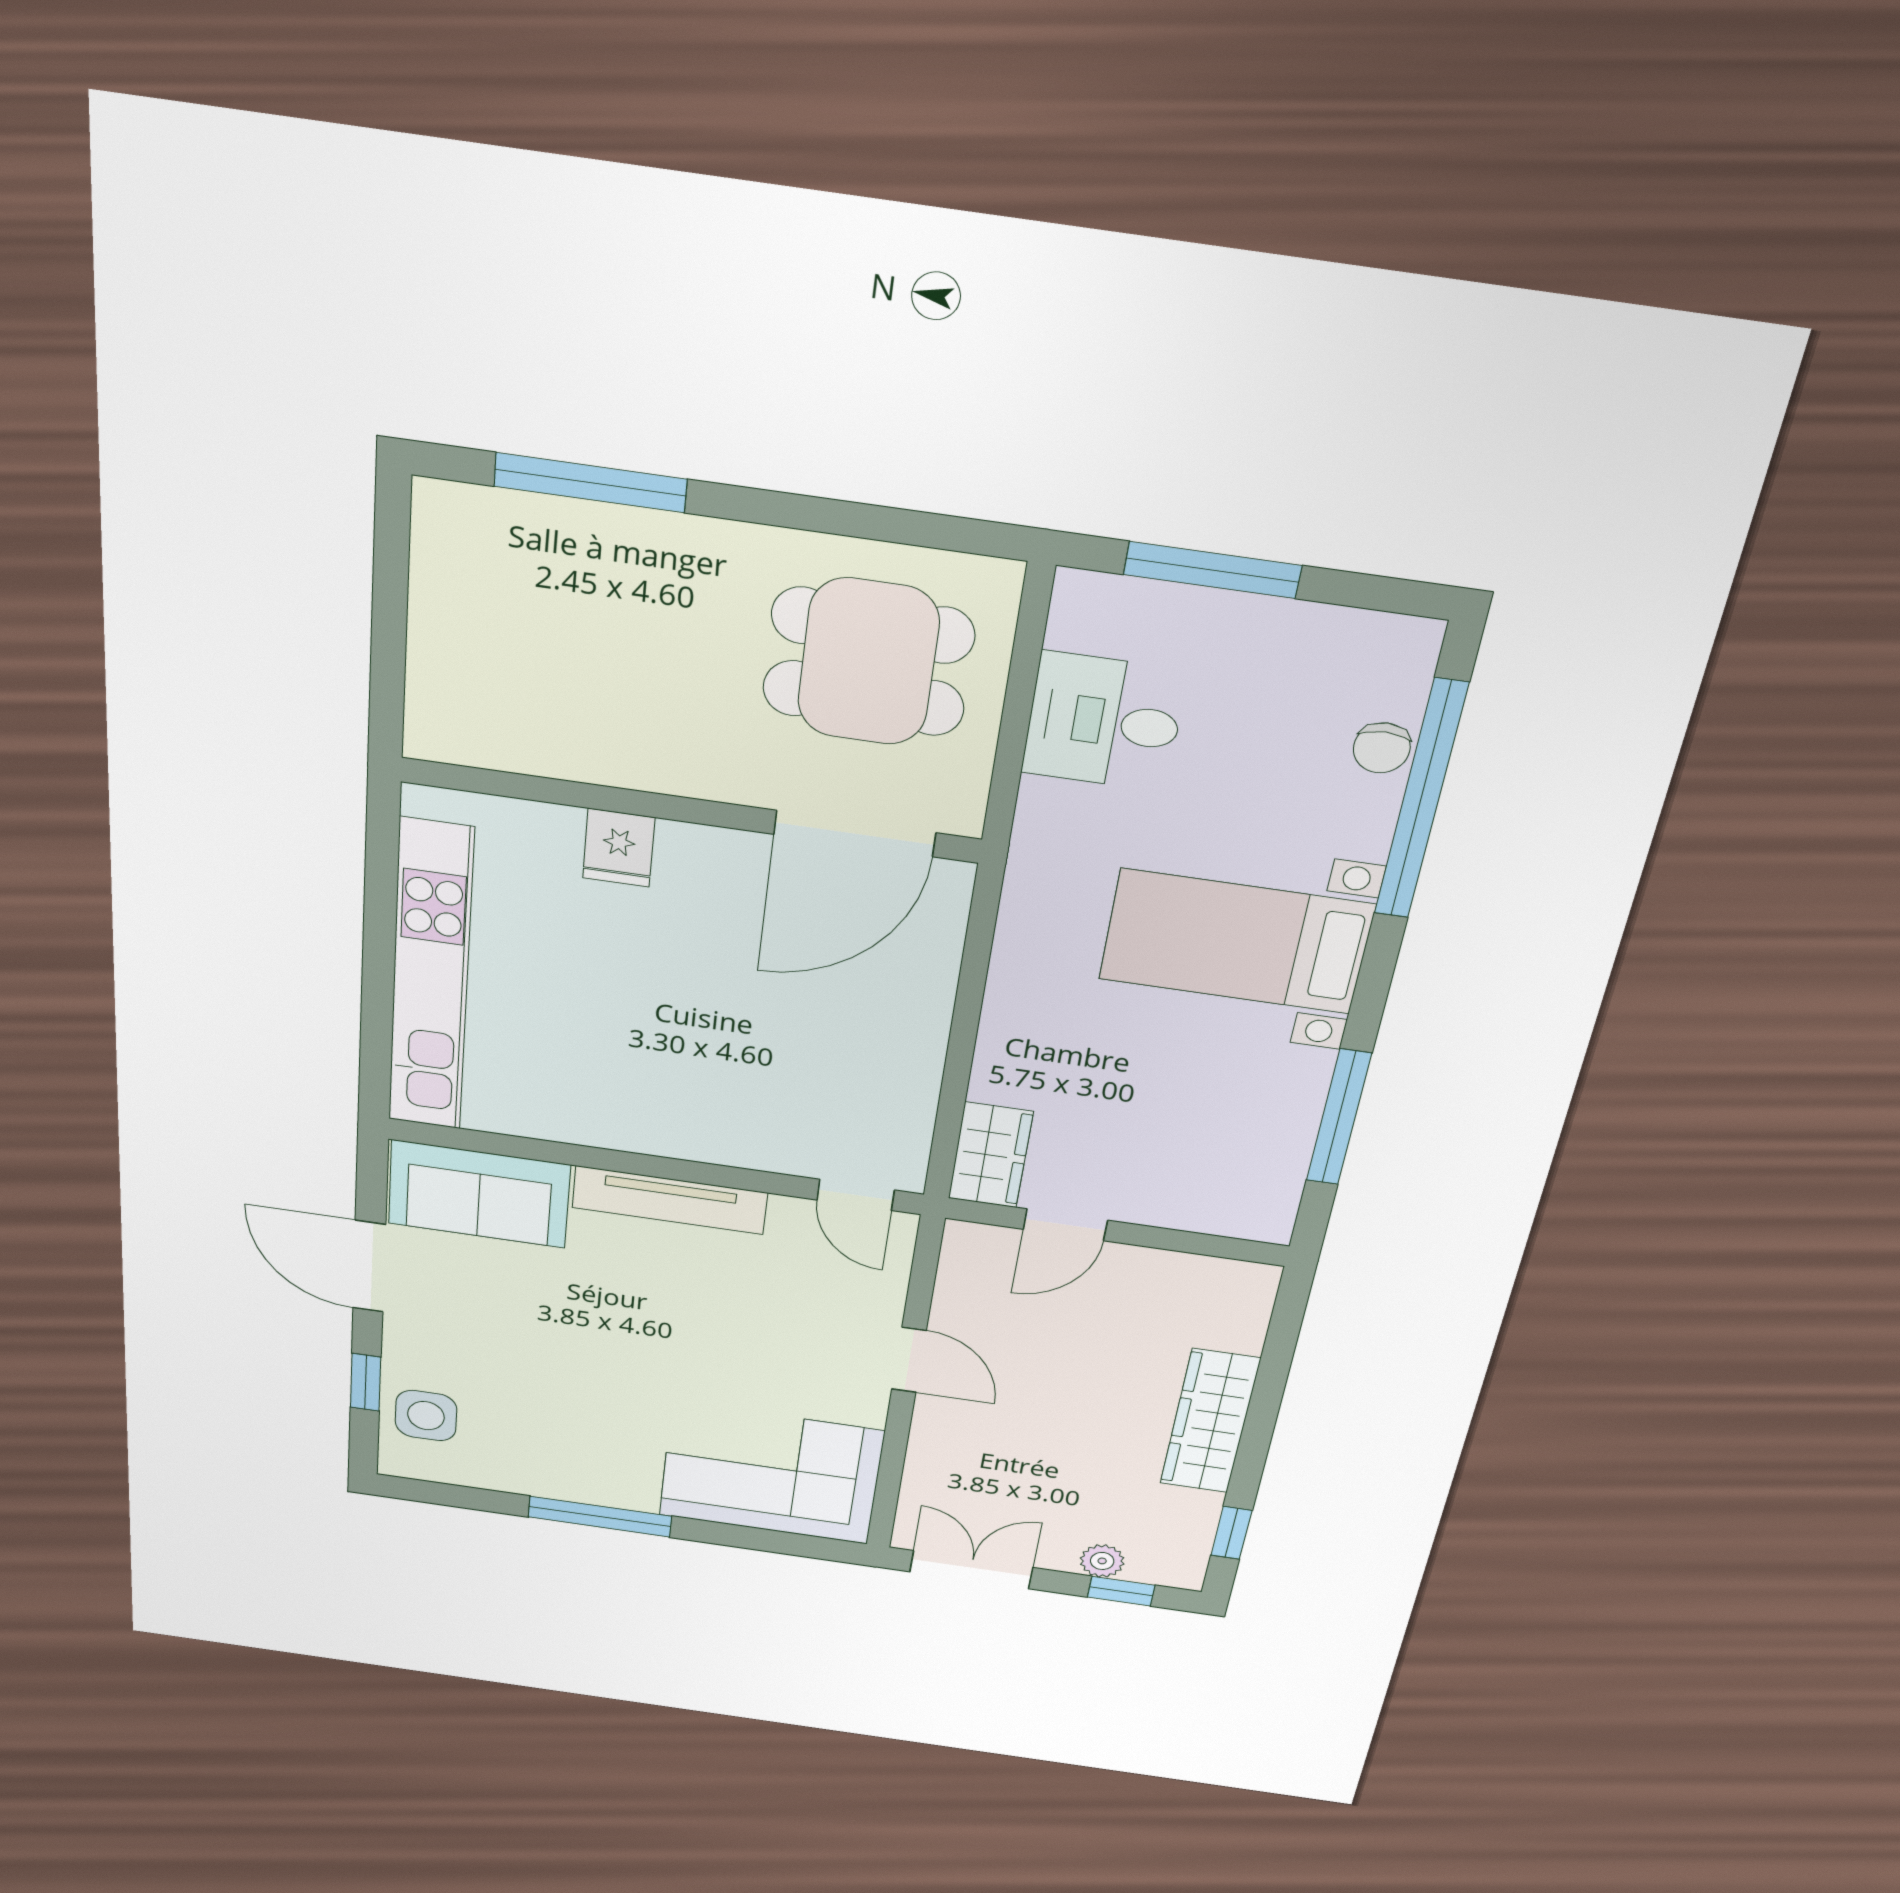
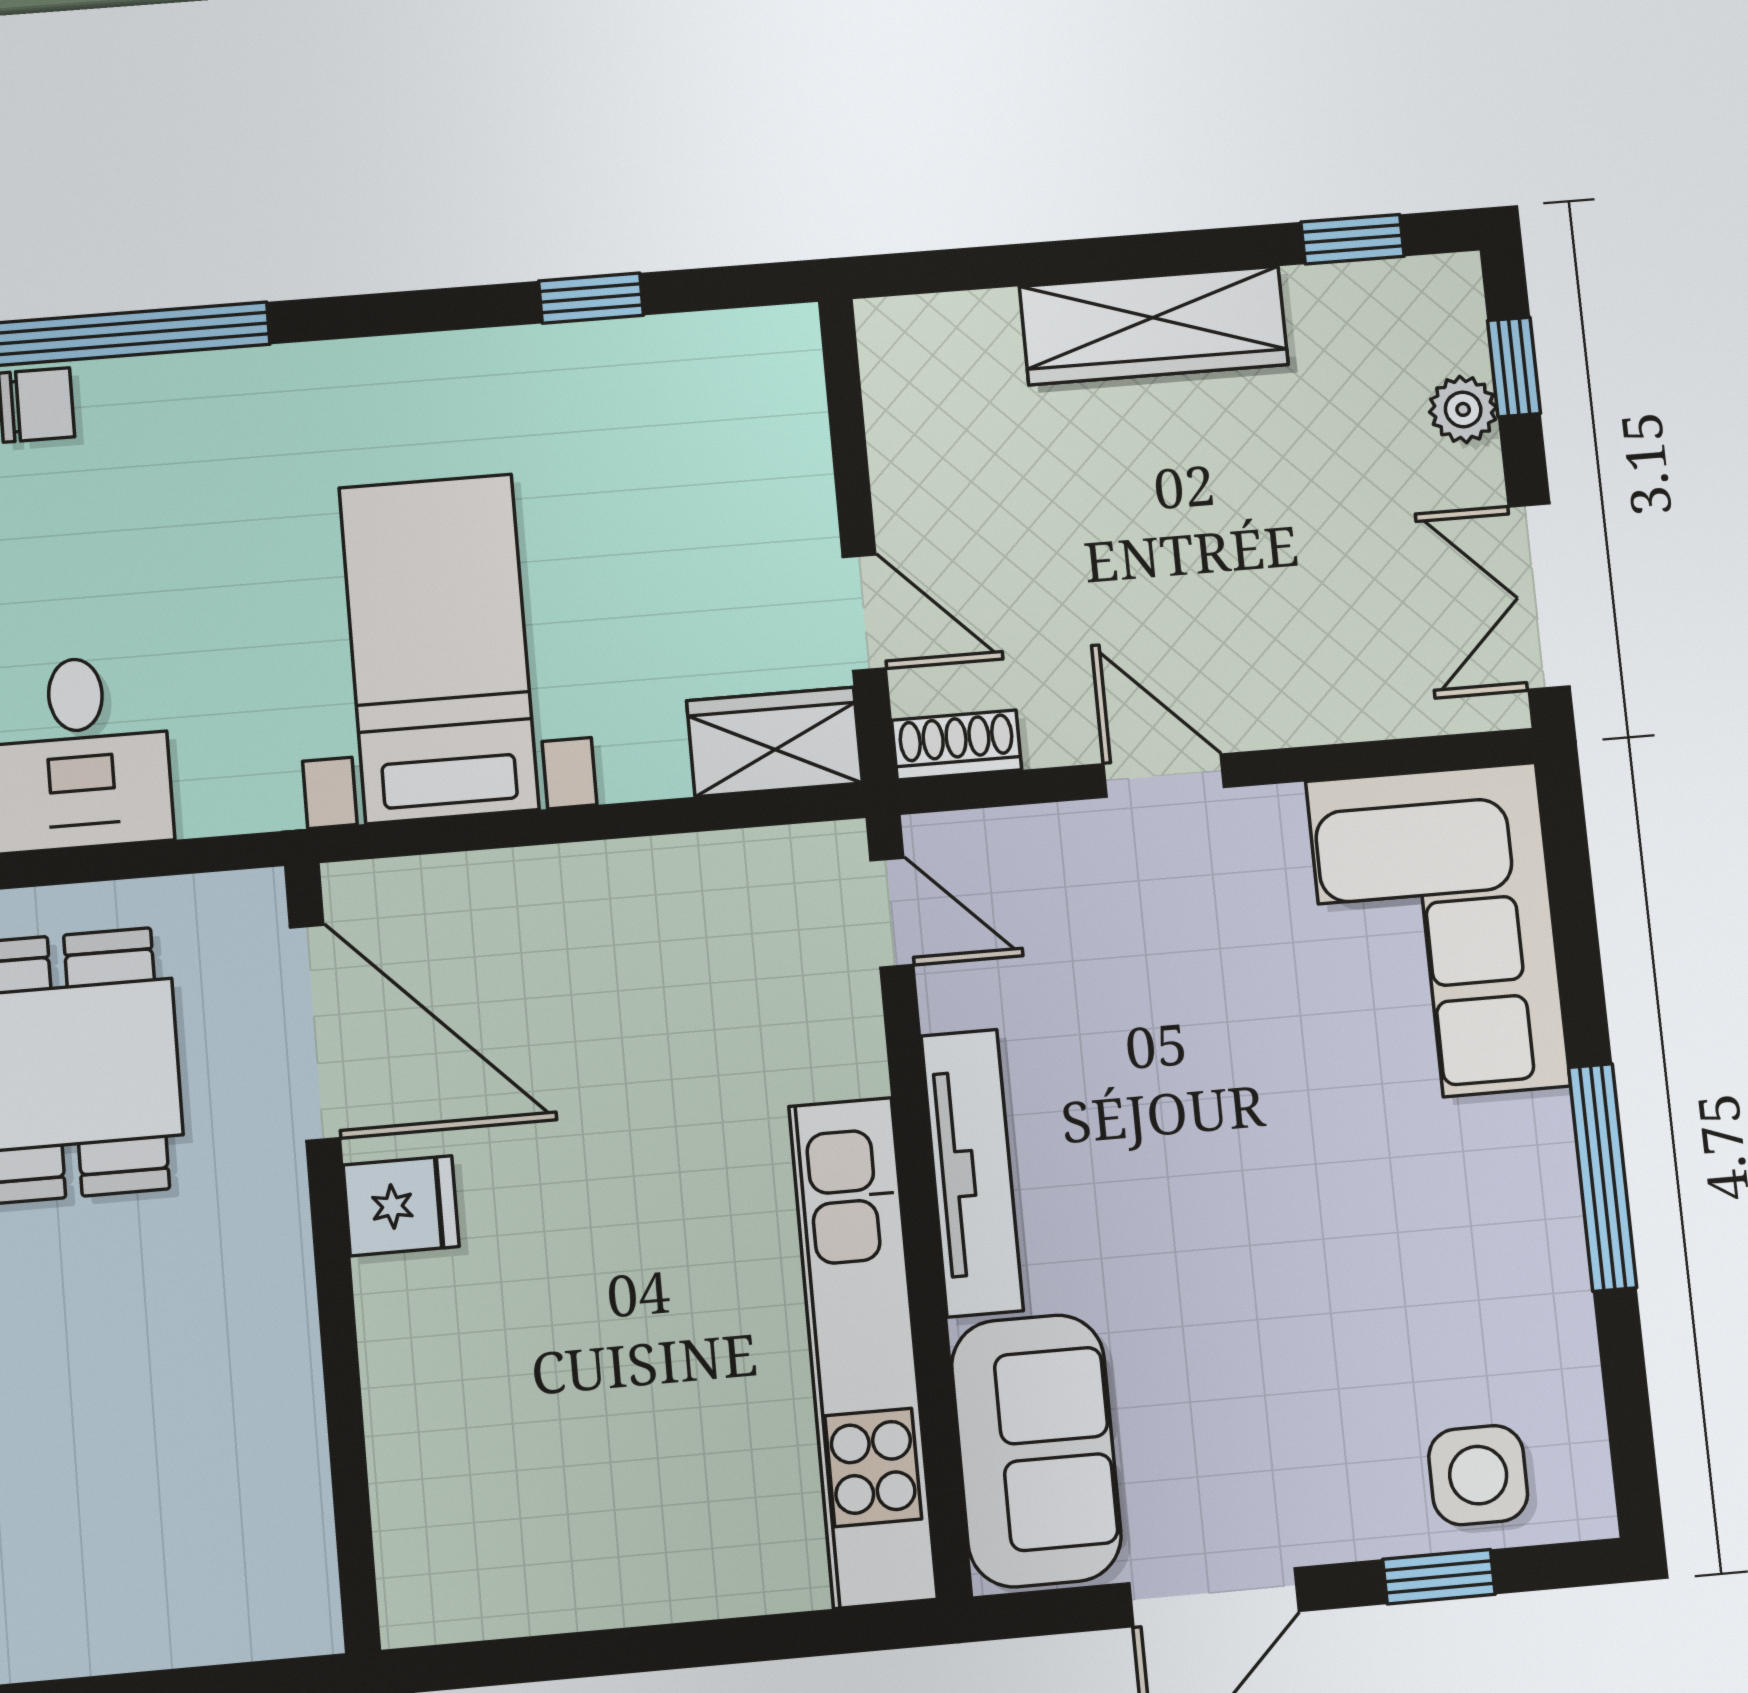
fridge: (619, 848) -> (401, 1206), moved
bed with nightstands: (1236, 942) -> (439, 648), moved, turned 180
kitchen unit: (430, 978) -> (863, 1352), moved, turned -90
window: (1339, 1117) -> (591, 298), width x0.46
door: (856, 1195) -> (892, 912), hinge flipped
shoe rack: (960, 1255) -> (957, 745), added
door: (909, 1360) -> (1164, 776), hinge flipped

